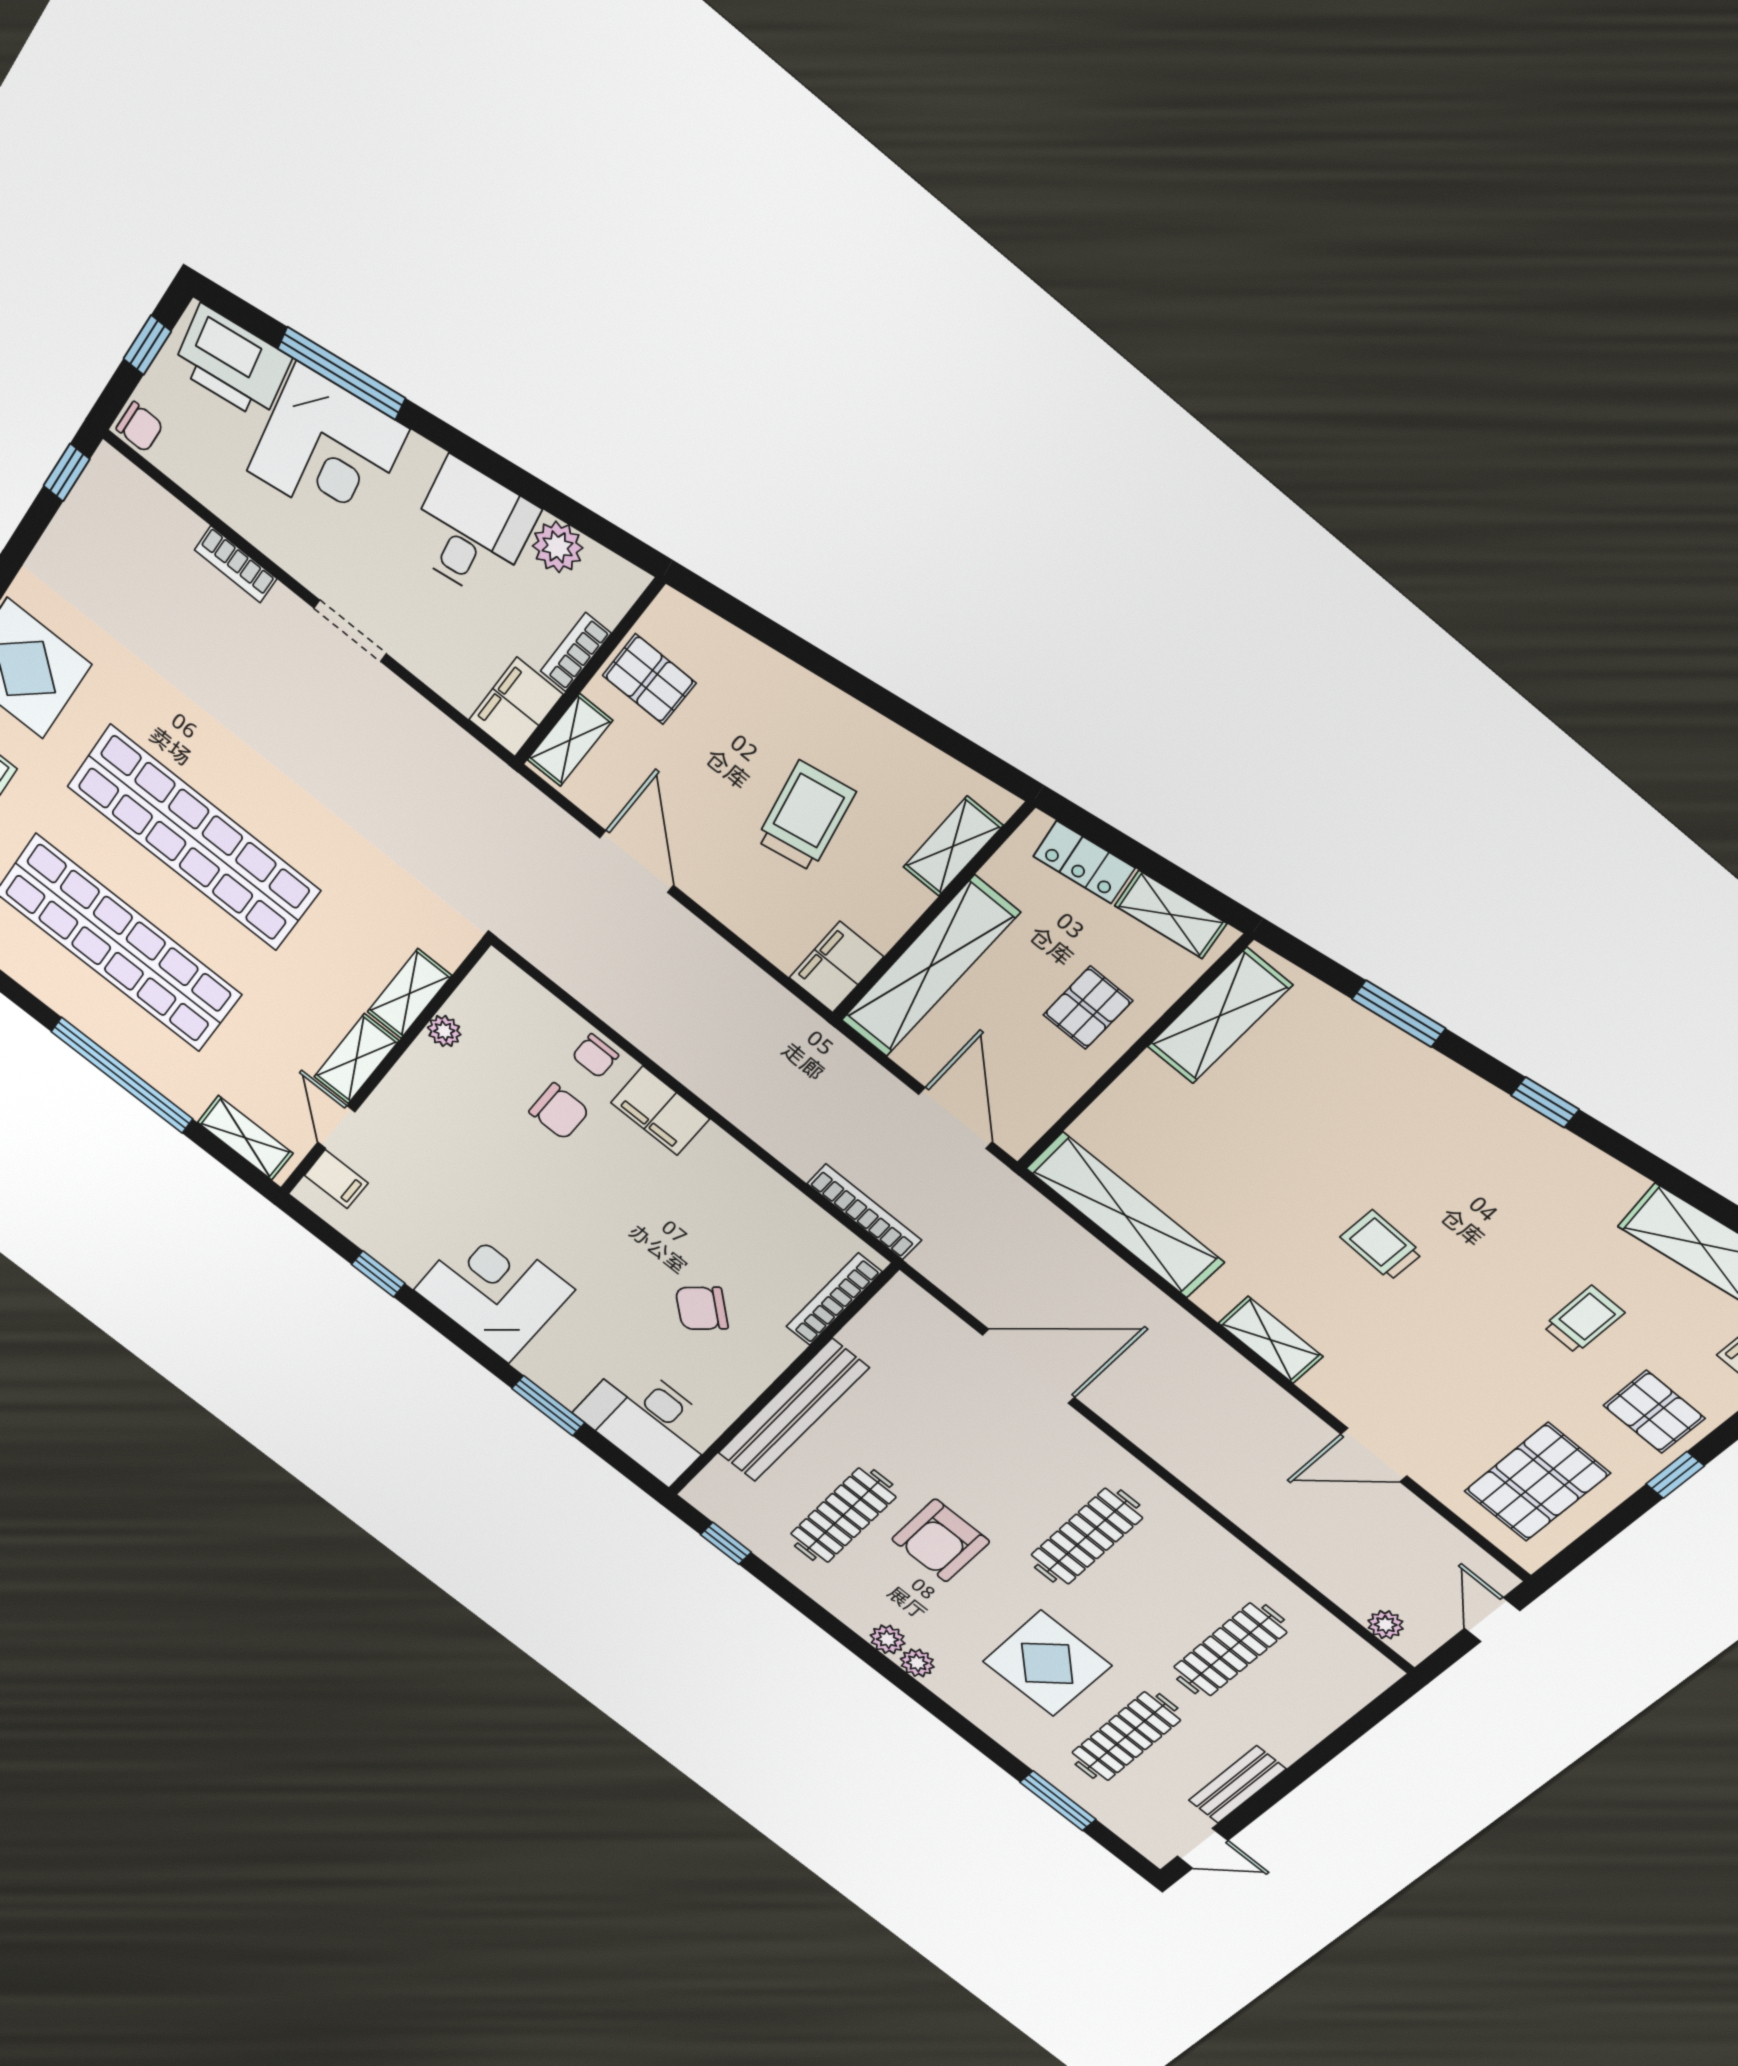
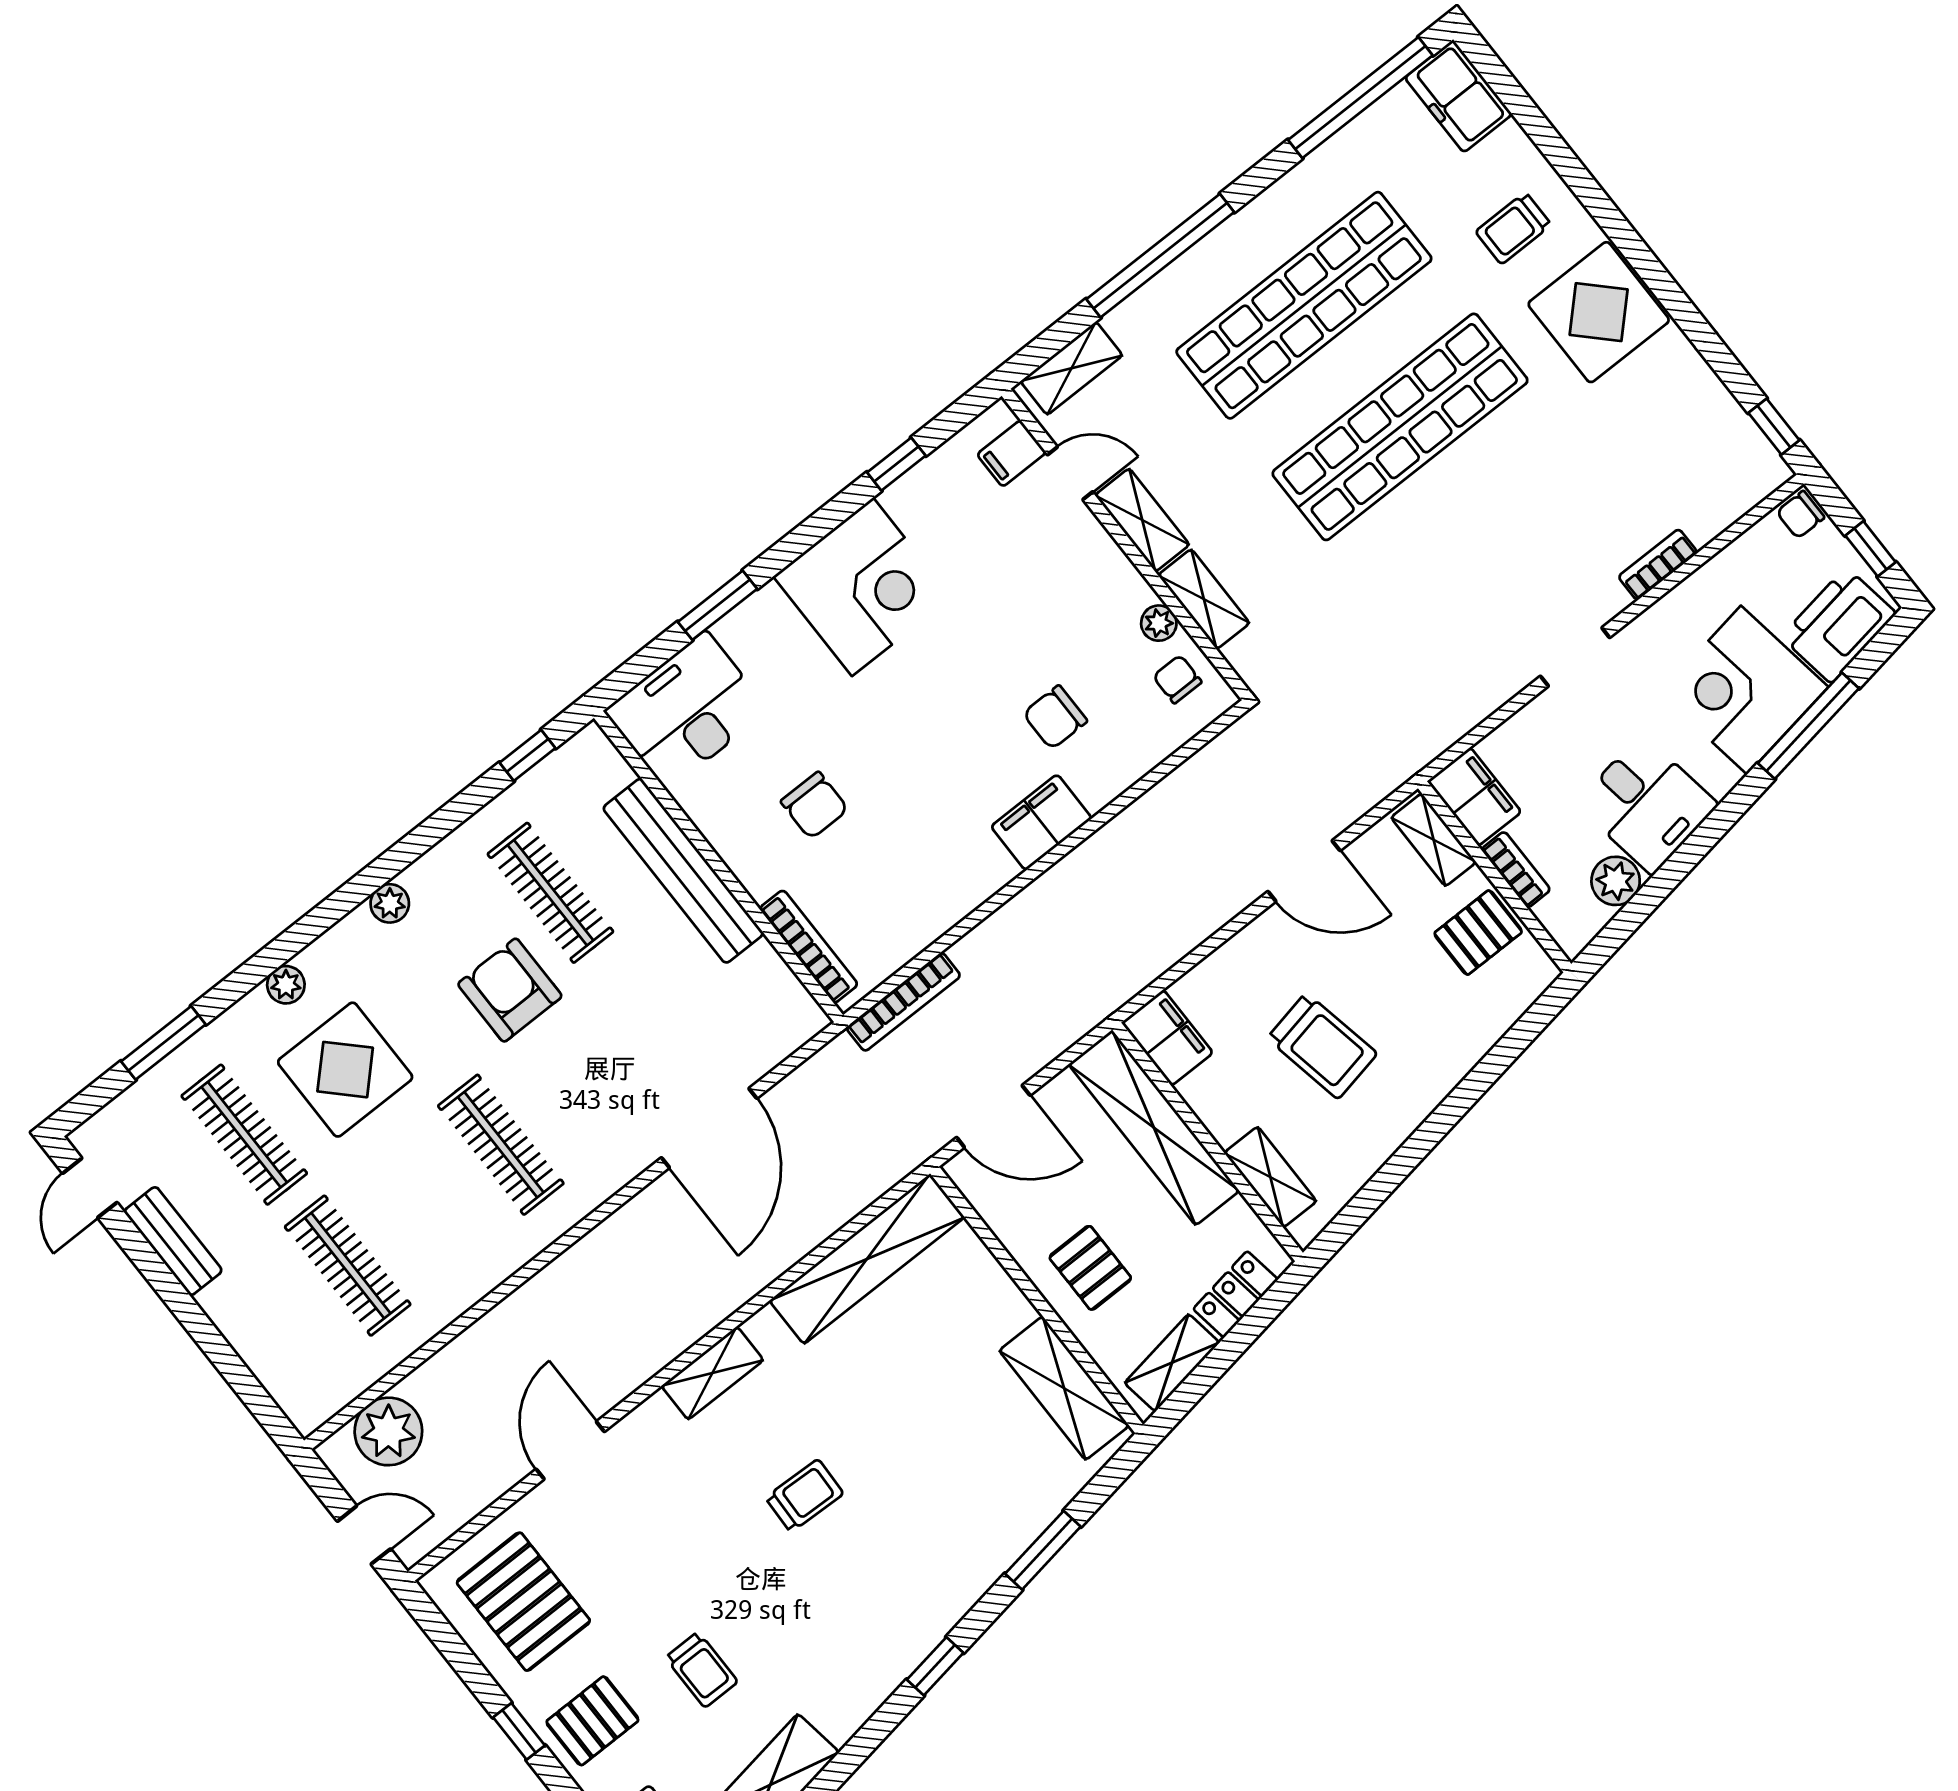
chair: (595, 1056) -> (1177, 679), moved
chair: (702, 1308) -> (815, 805), turned 136
plant: (1386, 1625) -> (388, 1431), width x1.88, depth x1.88
plant: (917, 1663) -> (286, 985), moved

